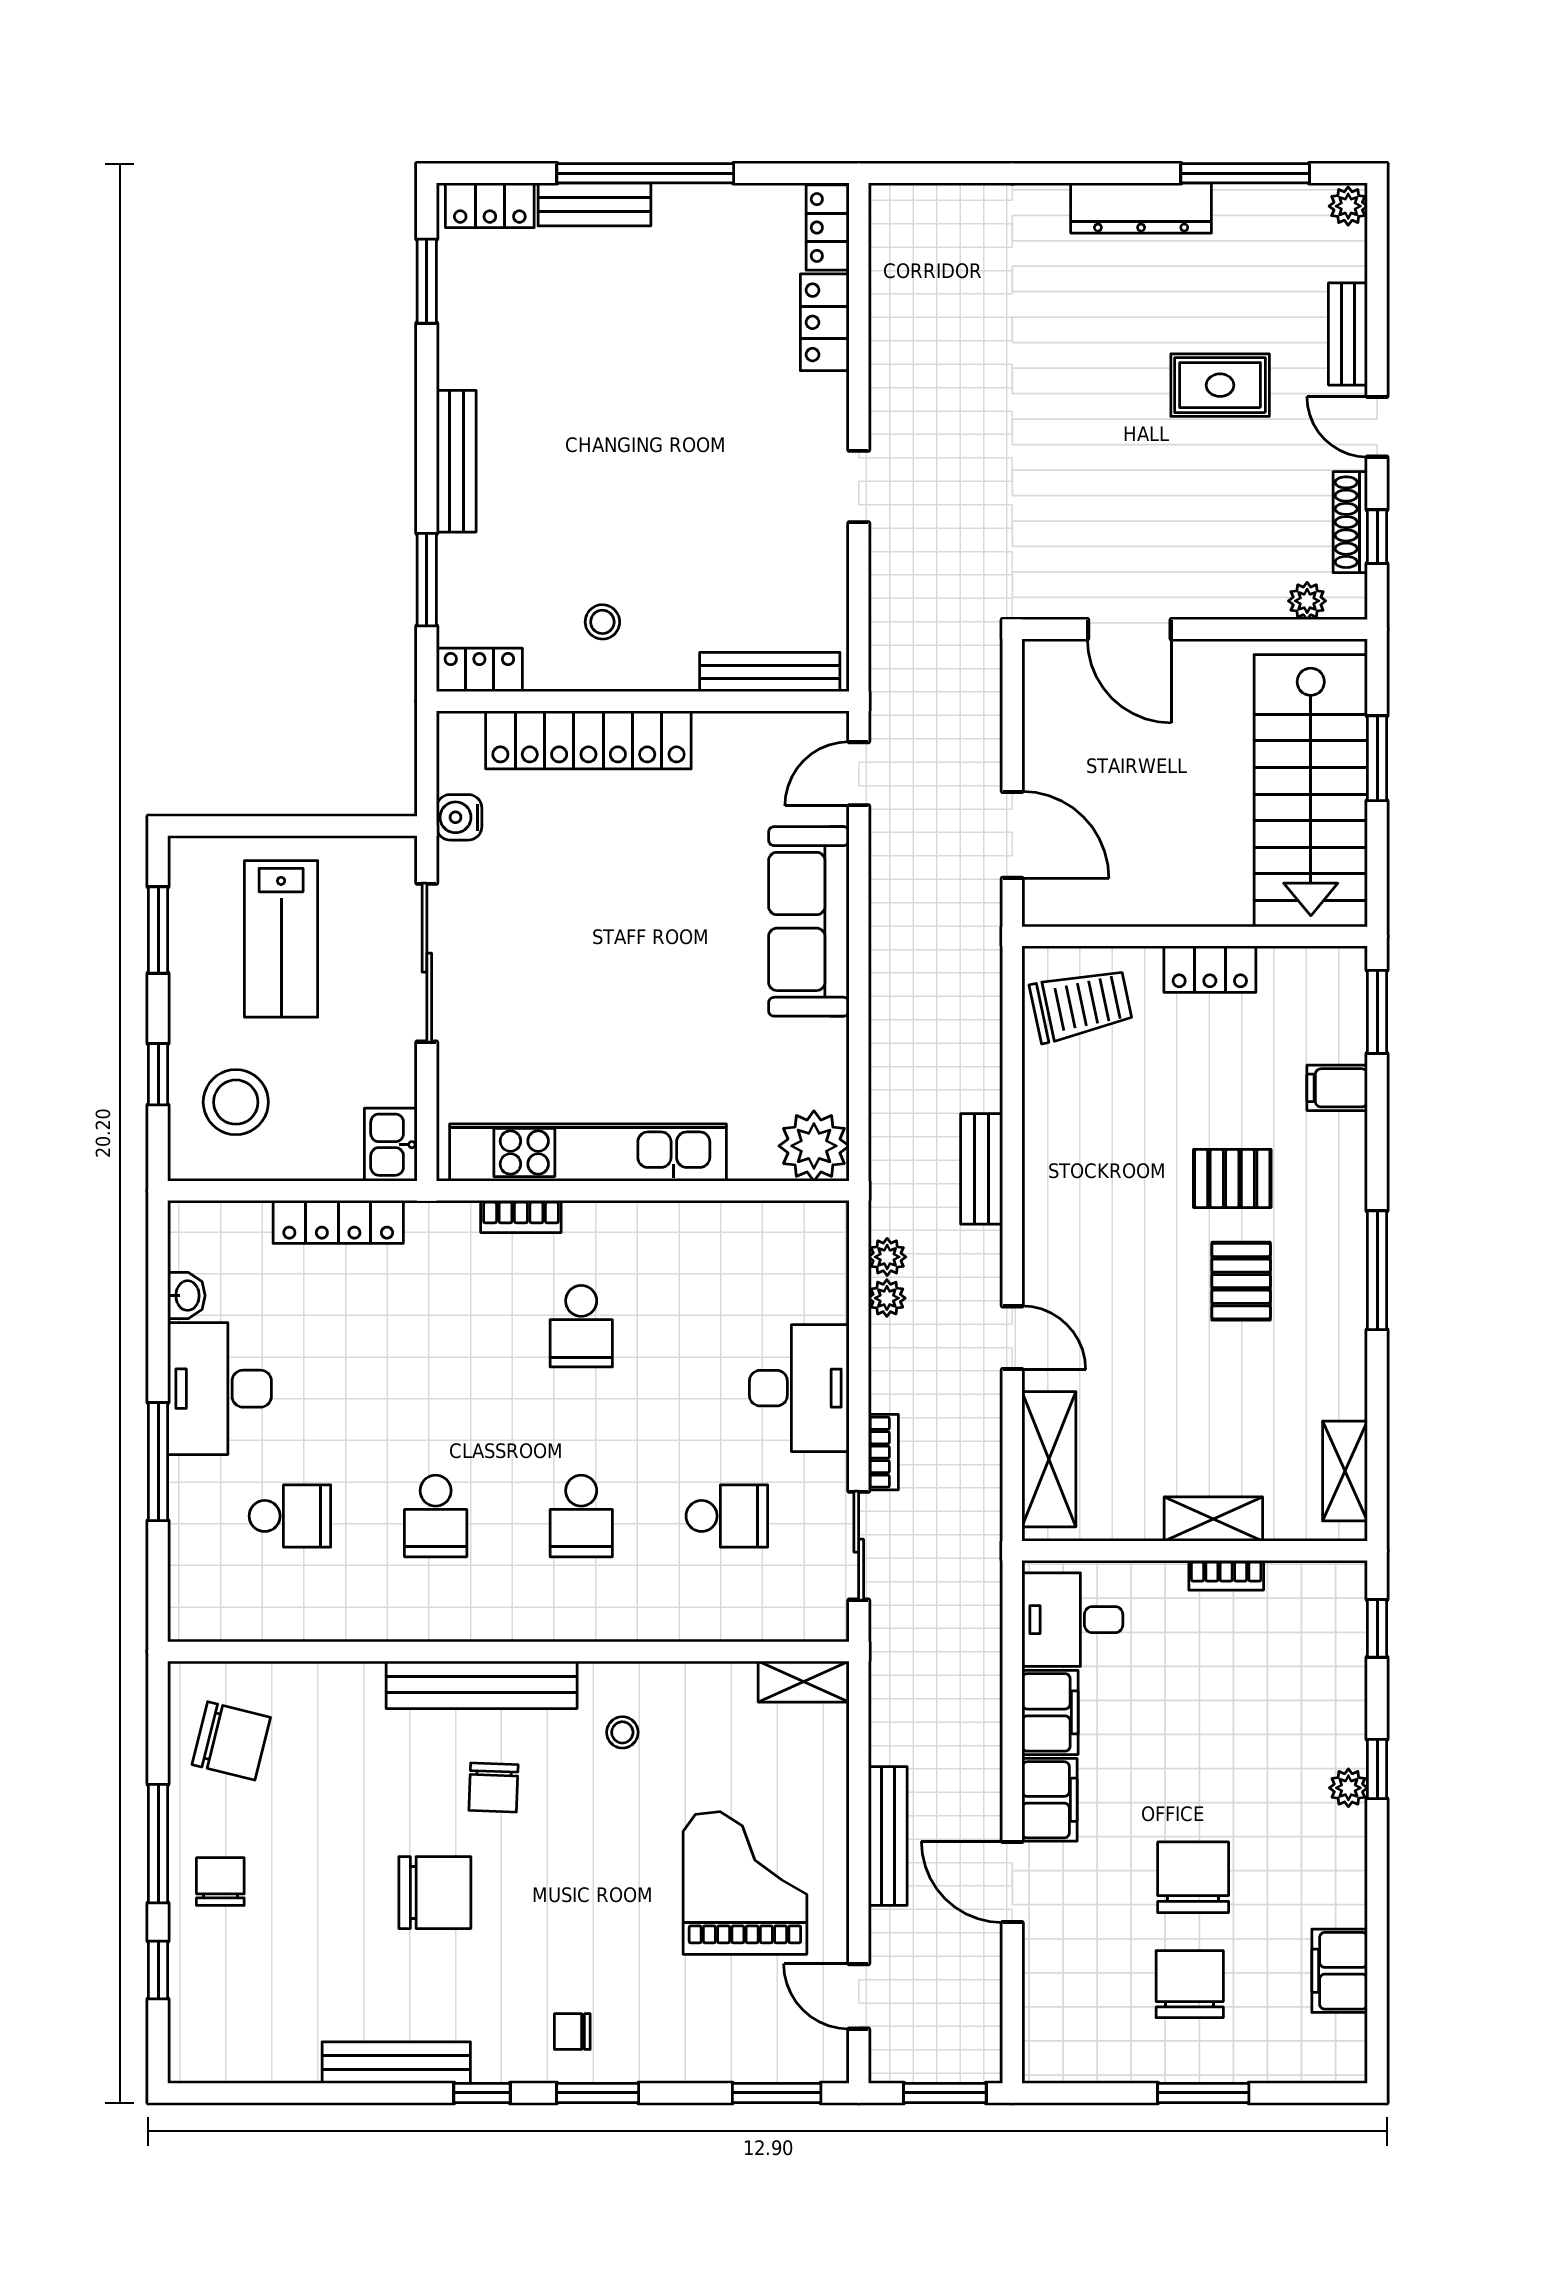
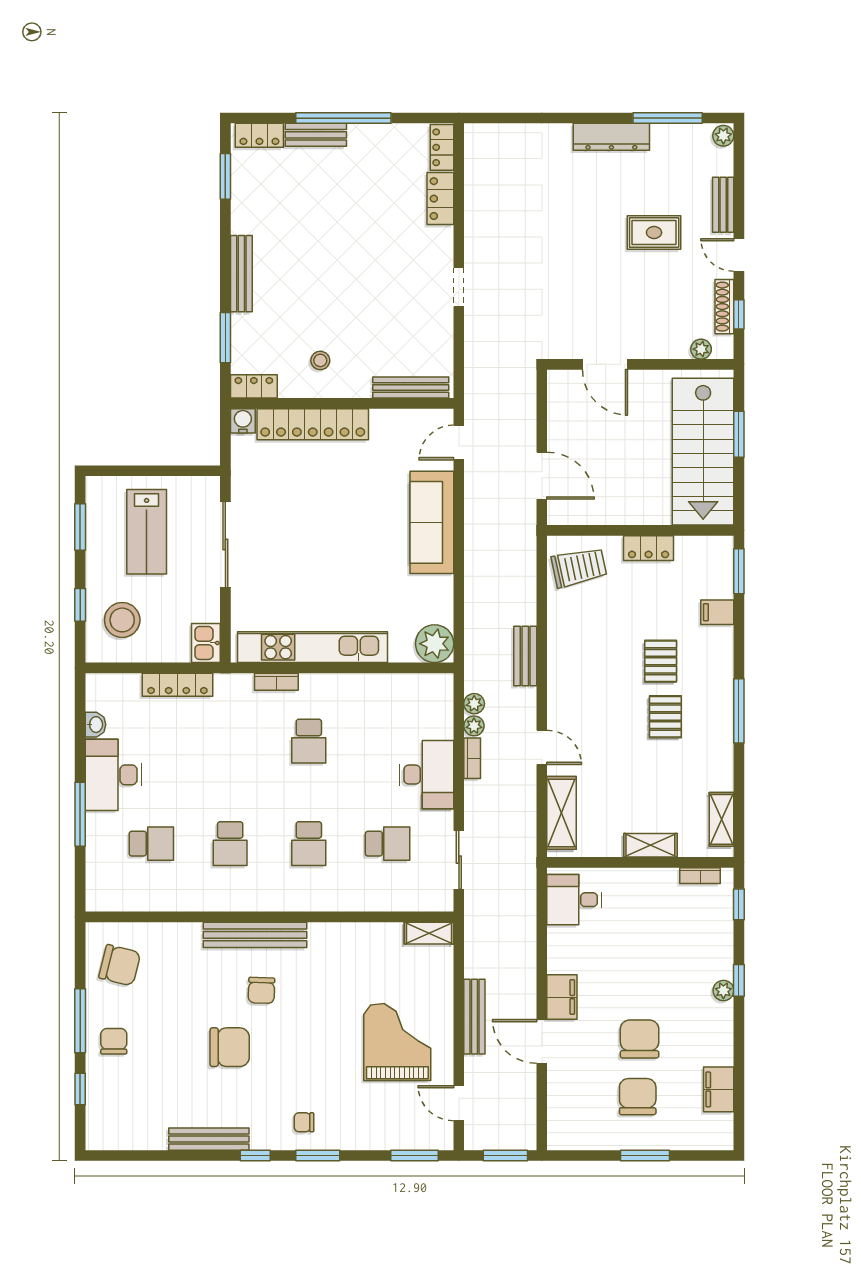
water cooler: (459, 817) -> (243, 421), moved, turned 90
pallet: (1232, 1178) -> (661, 661), turned 90
bookcase: (883, 1452) -> (472, 758), moved
bookcase: (1226, 1575) -> (700, 876), moved
filing cabinet: (1050, 1712) -> (562, 950), removed
stool: (622, 1732) -> (331, 961), removed

